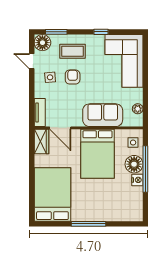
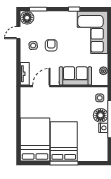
coffee table: (73, 51) -> (51, 25), removed
door: (32, 61) -> (18, 33), hinge flipped
door: (60, 128) -> (41, 86), swing flipped
wardrobe: (41, 142) -> (26, 97), removed
bed: (97, 154) -> (64, 141), moved, turned 180

